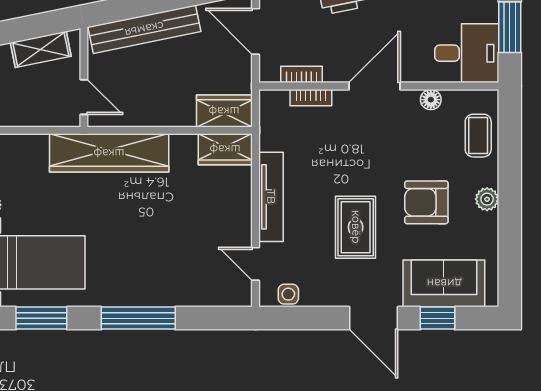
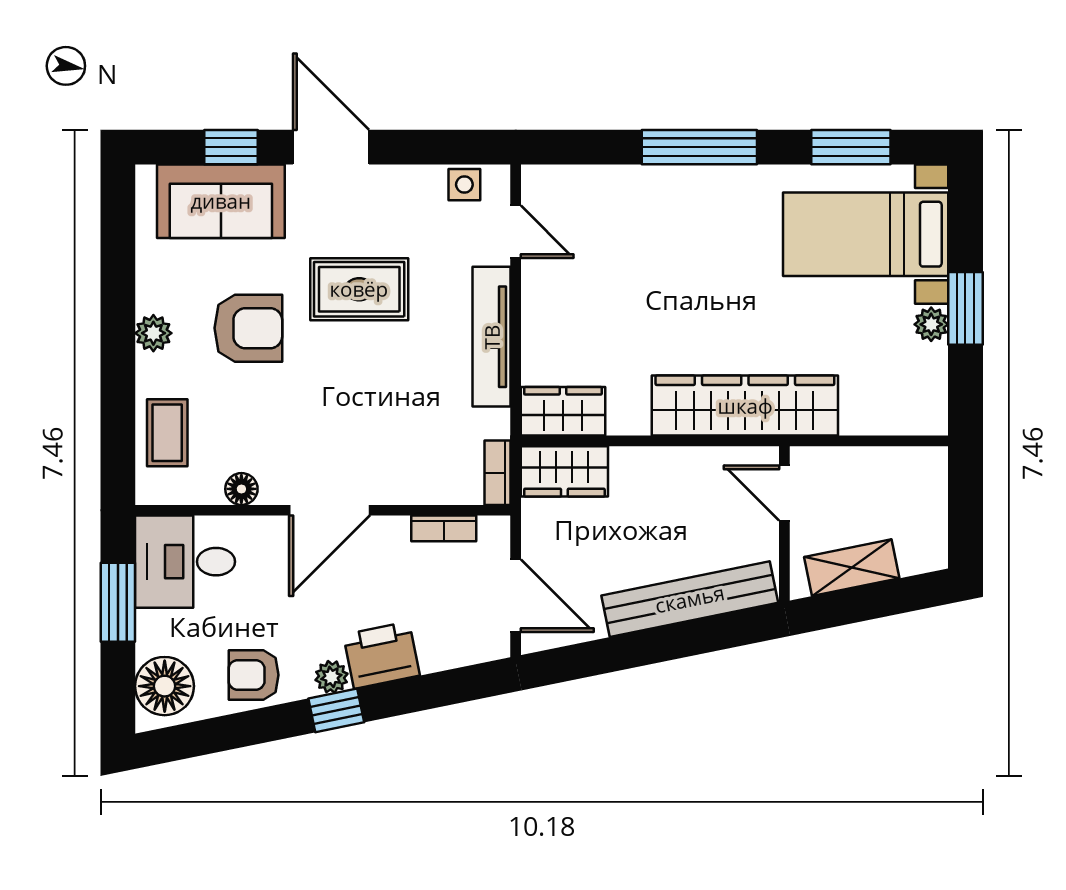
bookcase: (311, 98) -> (498, 473), moved, turned -90
rug: (356, 227) -> (359, 289), turned 90

